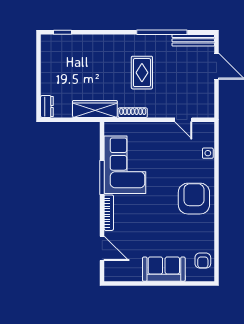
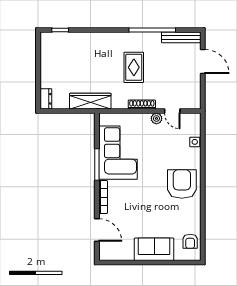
shoe rack: (133, 113) -> (142, 104), moved
plant: (166, 128) -> (156, 118), added

